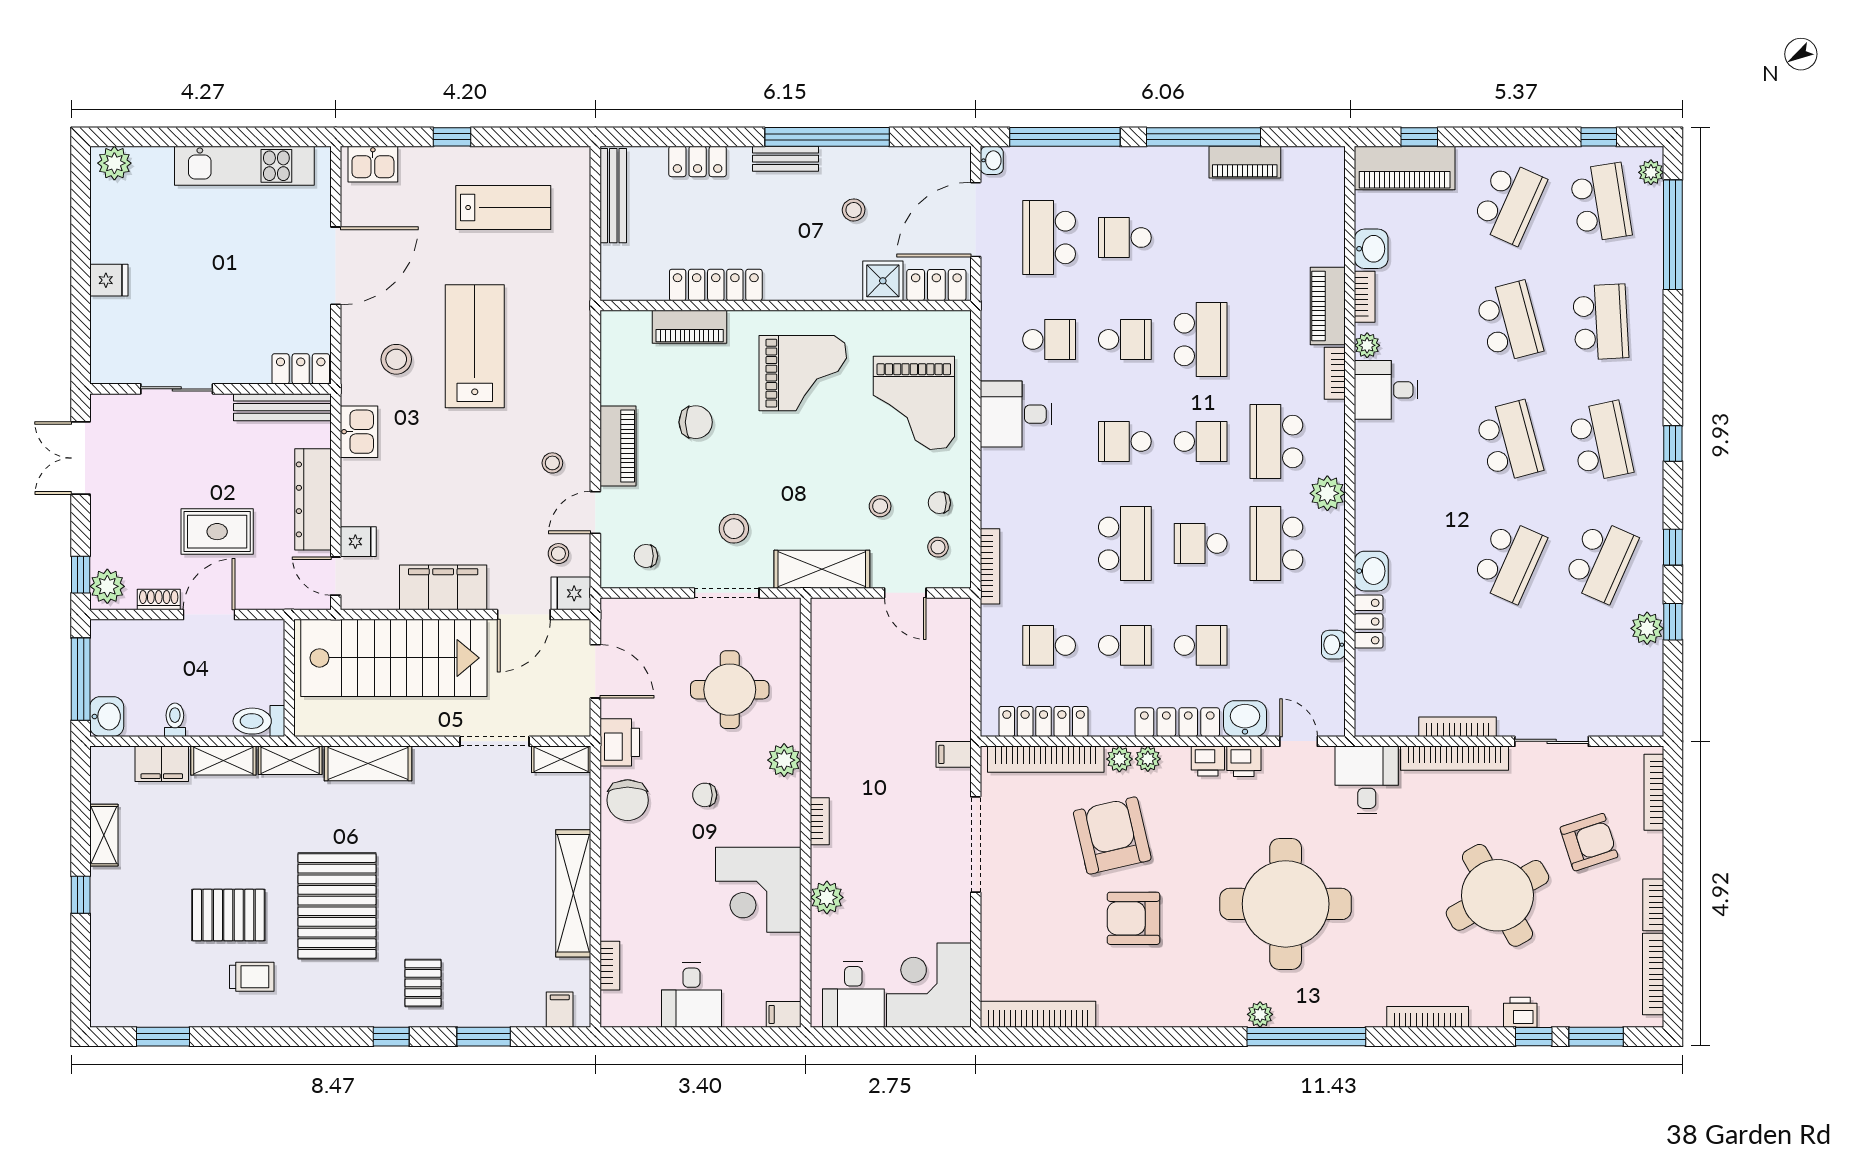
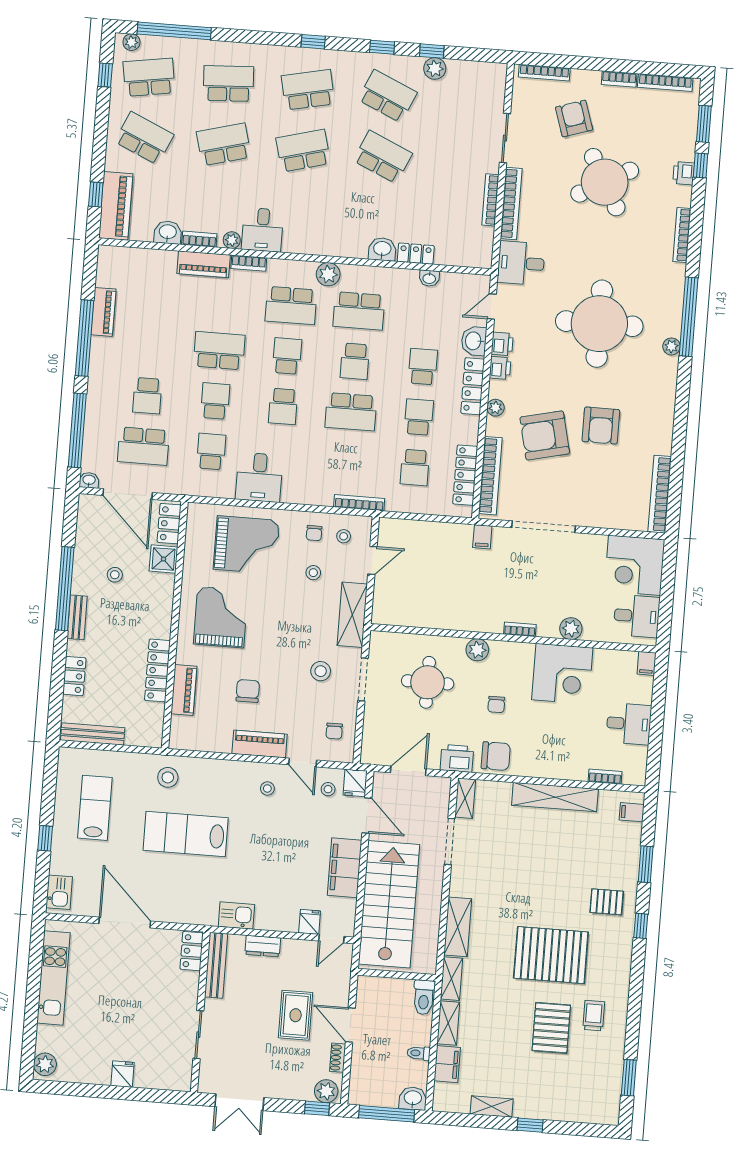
stool: (396, 359) -> (168, 777), moved
dresser: (313, 499) -> (263, 946), width x0.51, depth x0.80
school desk: (1125, 543) -> (351, 412), turned 180
plant: (1119, 759) -> (494, 427), removed

